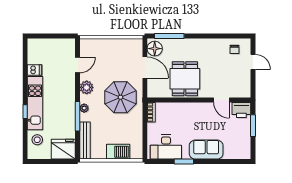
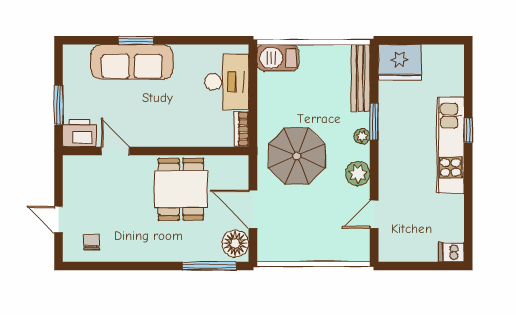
dishwasher: (34, 70) -> (451, 252), moved
window: (77, 116) -> (374, 122), width x0.69
stool: (37, 140) -> (447, 79), removed
desk: (166, 147) -> (227, 82), moved, turned 90
sofa: (206, 150) -> (132, 62), width x1.36
barbecue: (118, 152) -> (278, 58), moved
window: (184, 162) -> (136, 40), moved

